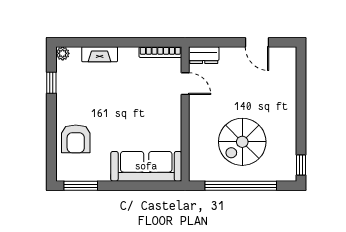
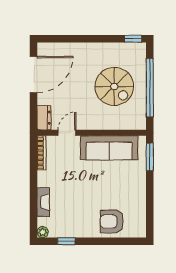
door: (257, 42) -> (33, 74), width x1.87
armchair: (76, 139) -> (112, 221), turned 180
sofa: (146, 166) -> (109, 148), moved, turned -90
window: (81, 186) -> (150, 157), moved

